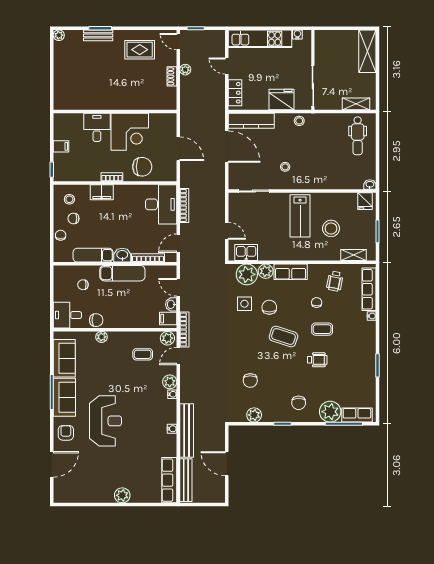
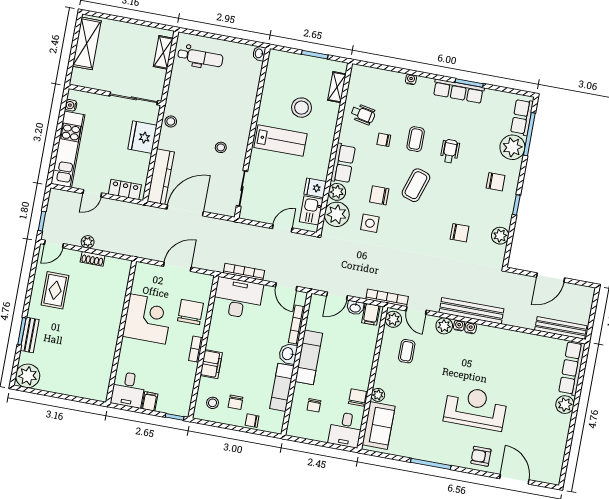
plant: (59, 35) -> (28, 376), width x1.88, depth x1.88
shelving: (367, 51) -> (87, 43), moved, turned 90
desk: (97, 127) -> (128, 390), moved, turned -90
fridge: (365, 201) -> (315, 188), moved, turned 180
row of seats: (369, 289) -> (459, 91), moved
sofa: (64, 358) -> (379, 426), moved, turned 90
sofa: (64, 397) -> (440, 450), removed
water cooler: (172, 429) -> (471, 328), moved
bench: (187, 431) -> (471, 311), moved
row of seats: (169, 480) -> (572, 368), moved, turned 90

